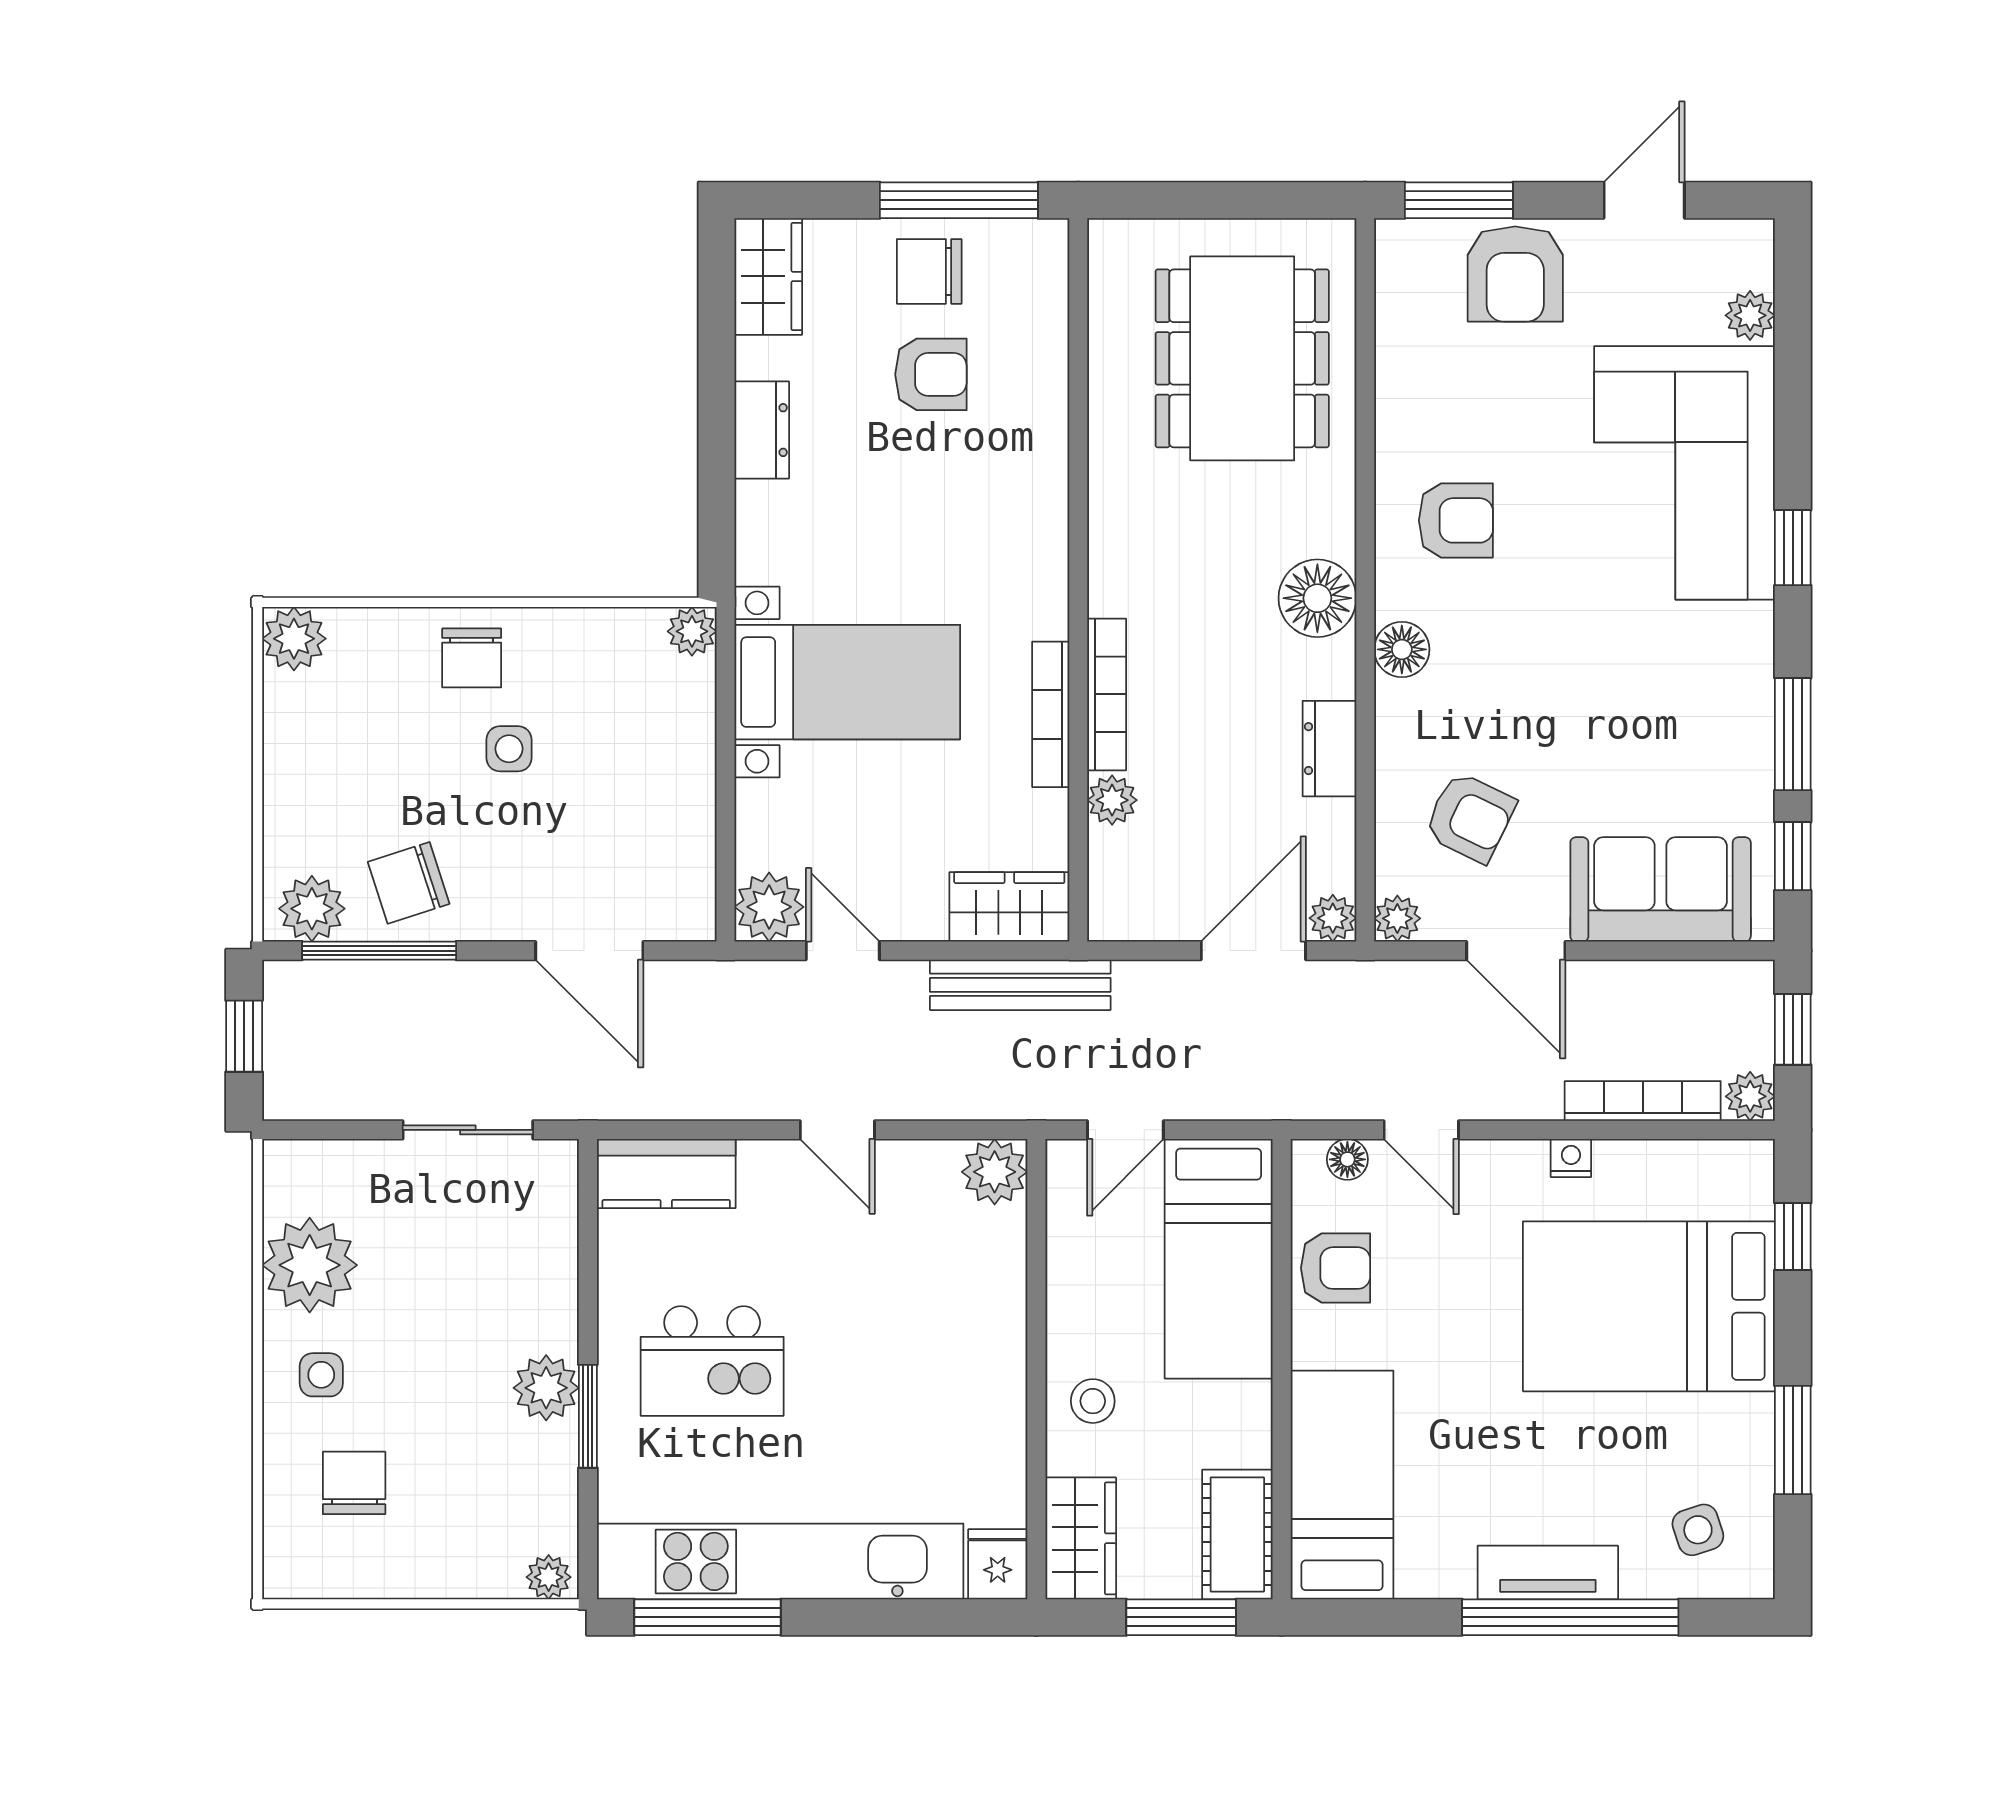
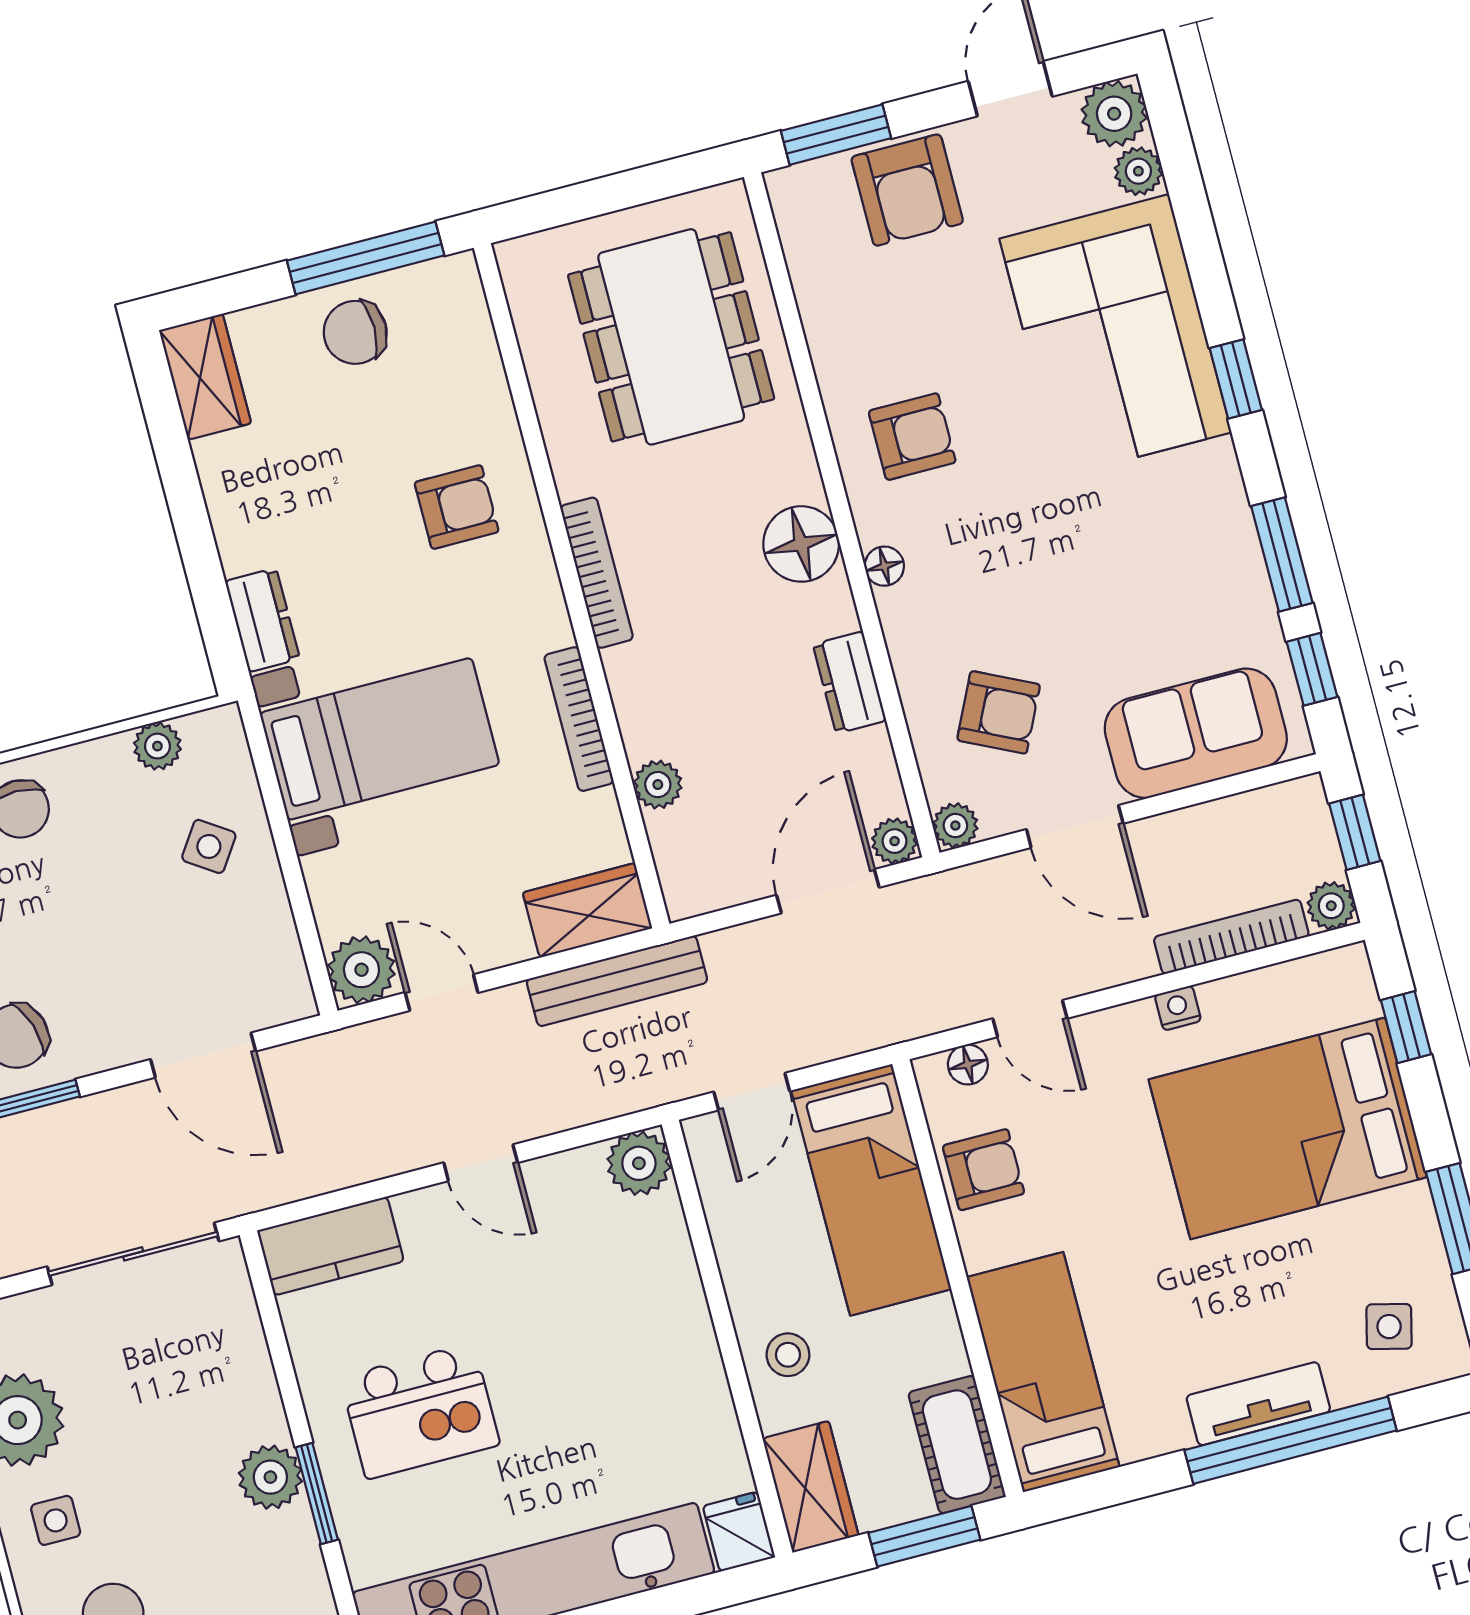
plant: (1741, 252) -> (1114, 114), added
armchair: (931, 374) -> (457, 507), moved
dresser: (762, 430) -> (262, 620), moved
plant: (692, 631) -> (157, 746), moved
floor lamp: (1402, 649) -> (884, 566), width x0.73, depth x0.73
bookcase: (1107, 694) -> (597, 573), moved
side table: (509, 749) -> (209, 846), moved, turned 34
sliding door: (468, 1130) -> (133, 1254), width x1.37
side table: (1698, 1530) -> (1389, 1327), turned 32

